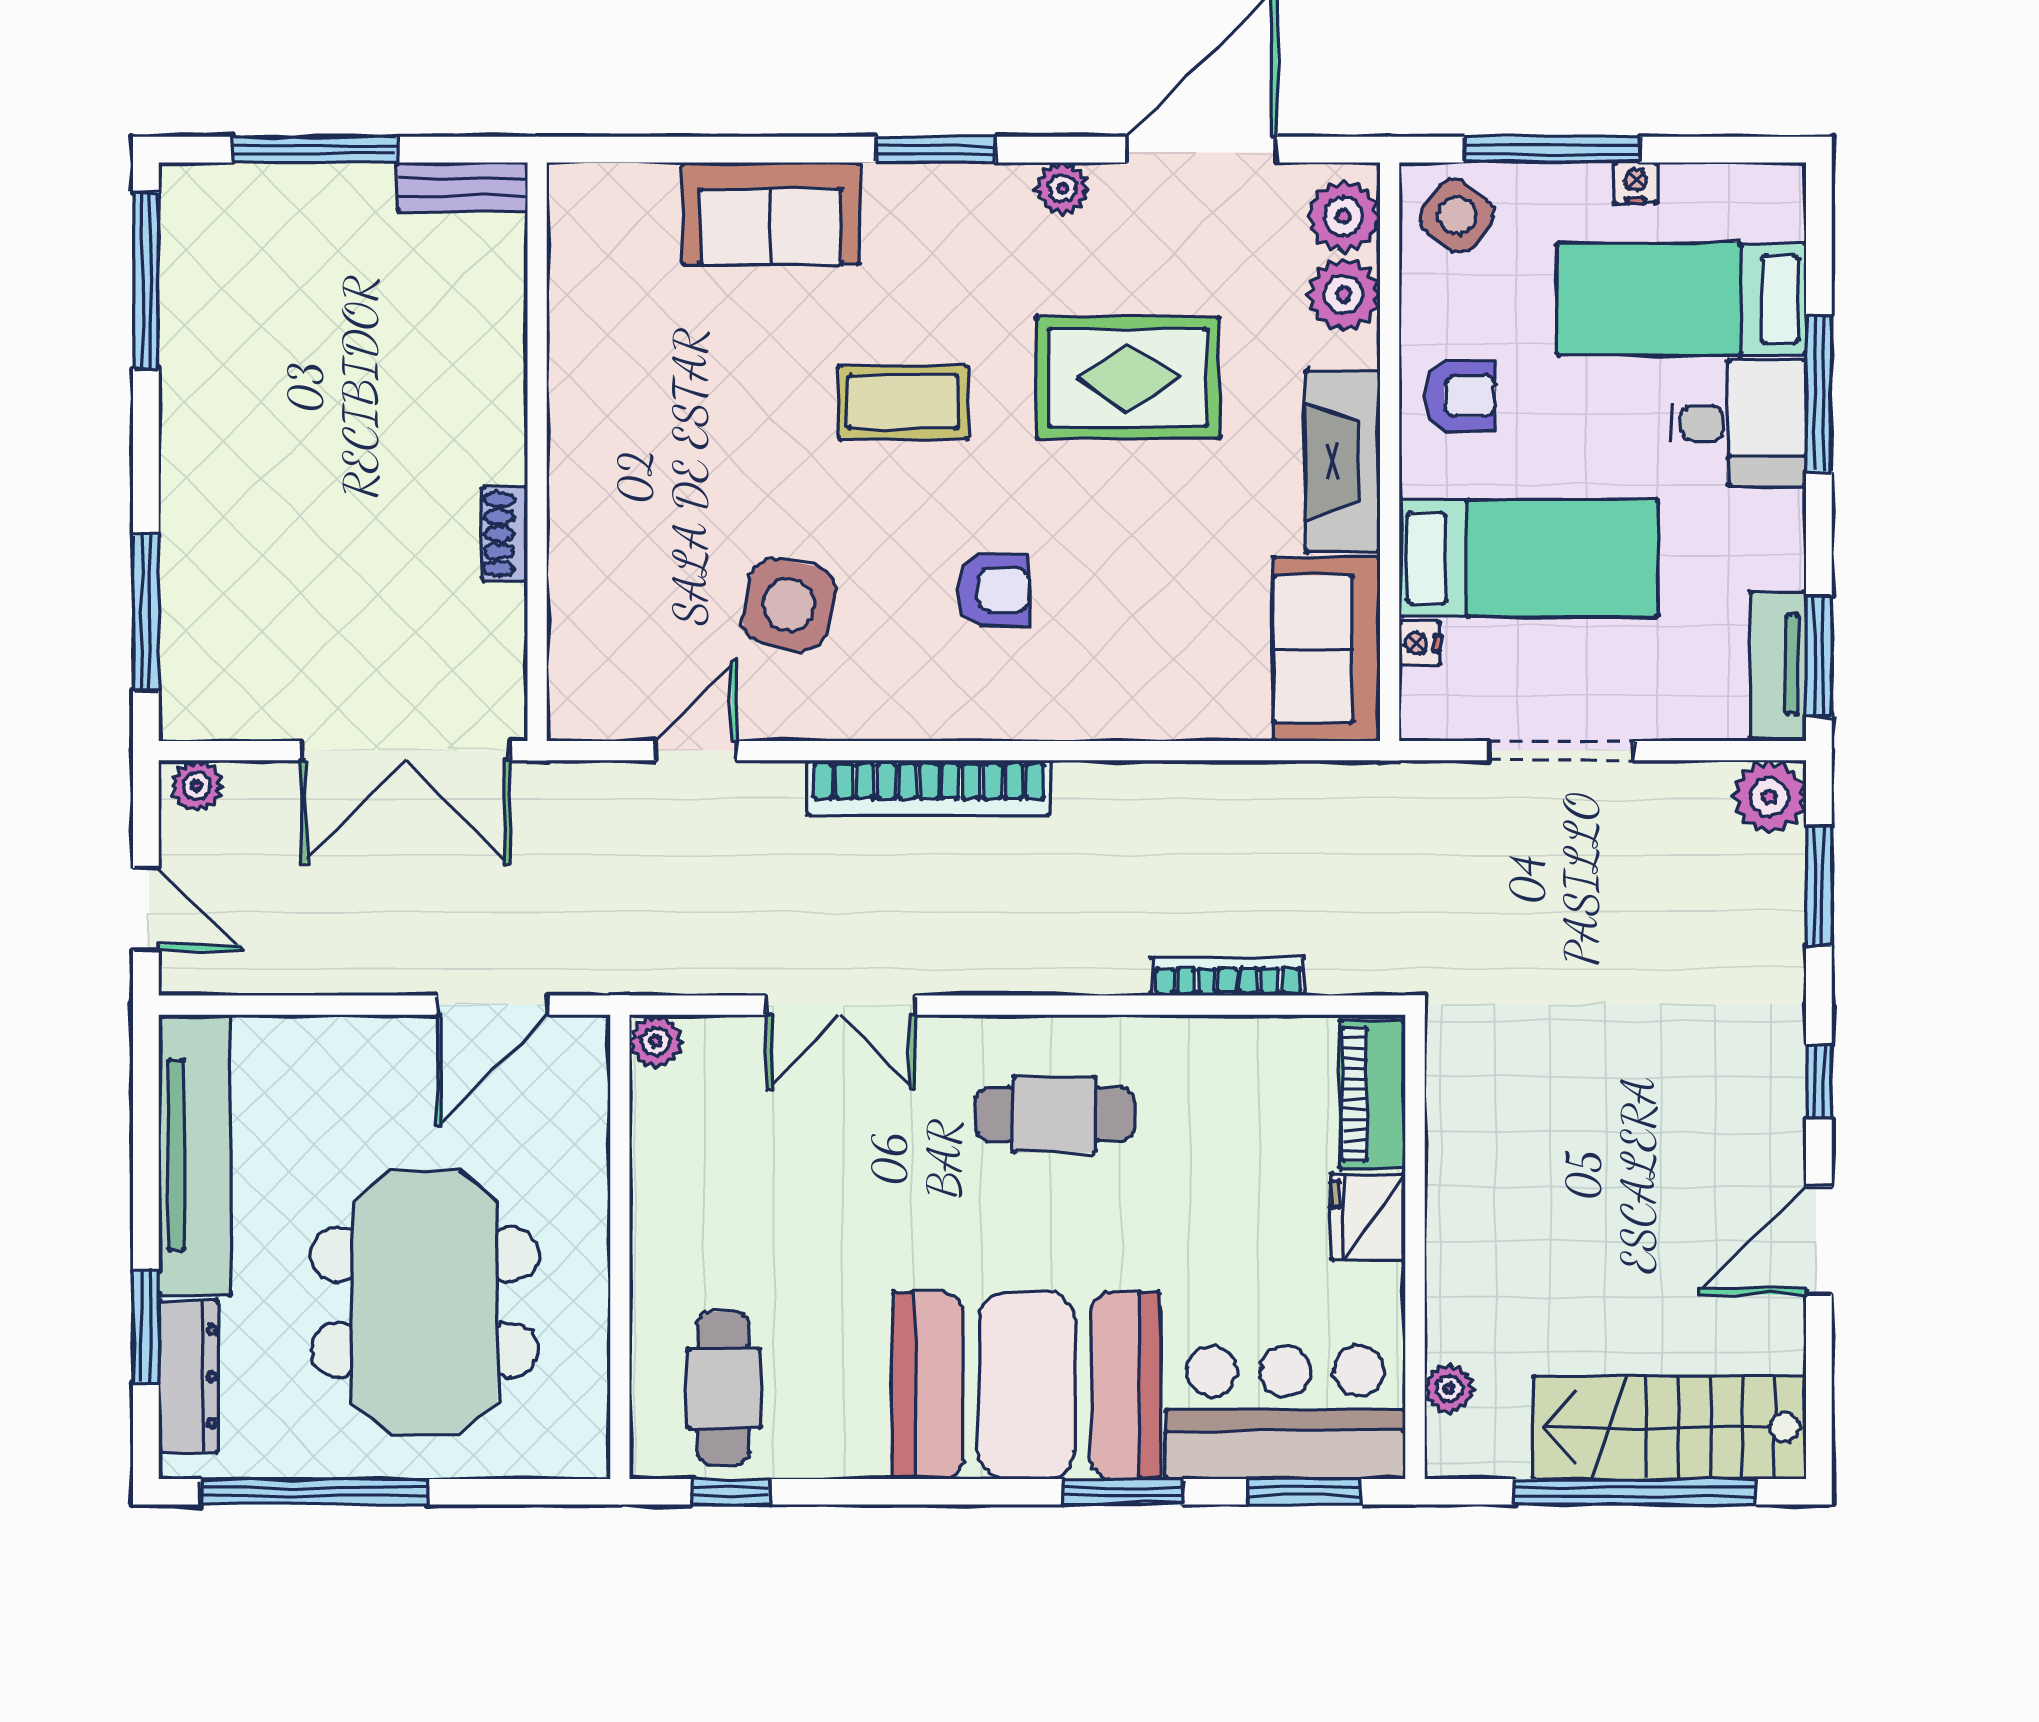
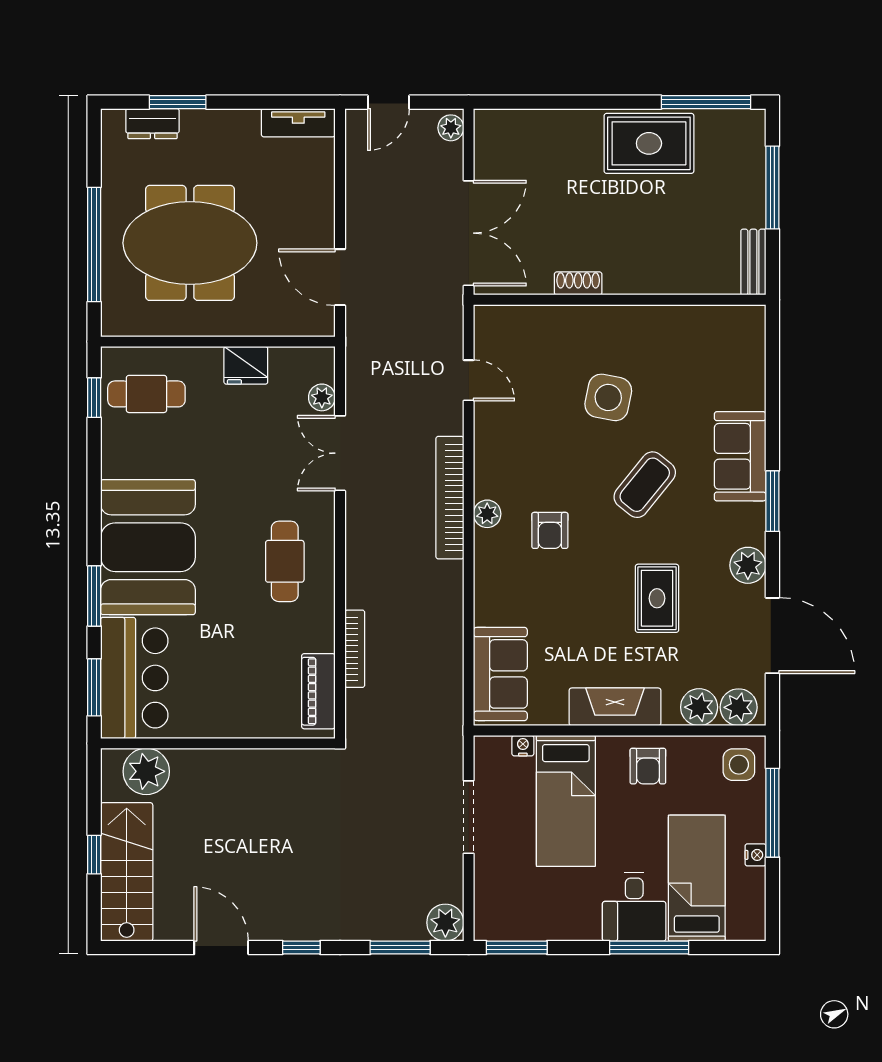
plant: (1063, 188) -> (748, 565), width x1.38, depth x1.38
sofa: (771, 213) -> (740, 456), moved
side table: (1457, 216) -> (739, 765), turned -38
rug: (1128, 378) -> (657, 598), width x0.73, depth x0.70
rug: (228, 394) -> (649, 143), added
coffee table: (903, 402) -> (645, 485), turned 39
side table: (789, 605) -> (608, 397), moved
window: (146, 612) -> (539, 102), removed
sofa: (1327, 649) -> (500, 674), moved, turned 90
tv unit: (1778, 665) -> (512, 927), removed
plant: (961, 714) -> (487, 514), added
double door: (405, 751) -> (469, 233), swing flipped
plant: (656, 1041) -> (322, 397), moved
piano: (1372, 1094) -> (318, 691), moved, turned -90
tv unit: (195, 1155) -> (298, 123), width x0.52, depth x0.78
fridge: (1368, 1217) -> (246, 365), moved, turned 180
dresser: (188, 1376) -> (152, 124), width x0.70
plant: (1449, 1389) -> (146, 771), width x1.87, depth x1.87
window: (314, 1492) -> (94, 244), moved
window: (1635, 1492) -> (94, 855), width x0.32

